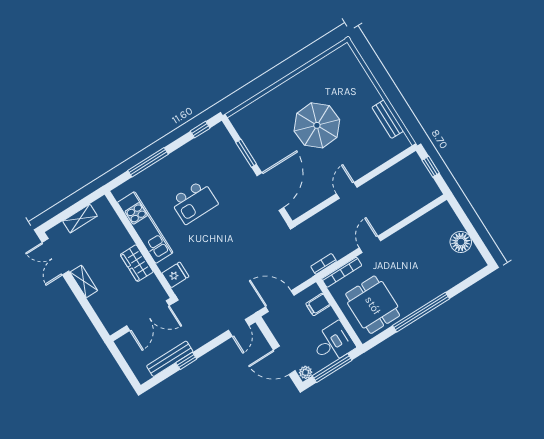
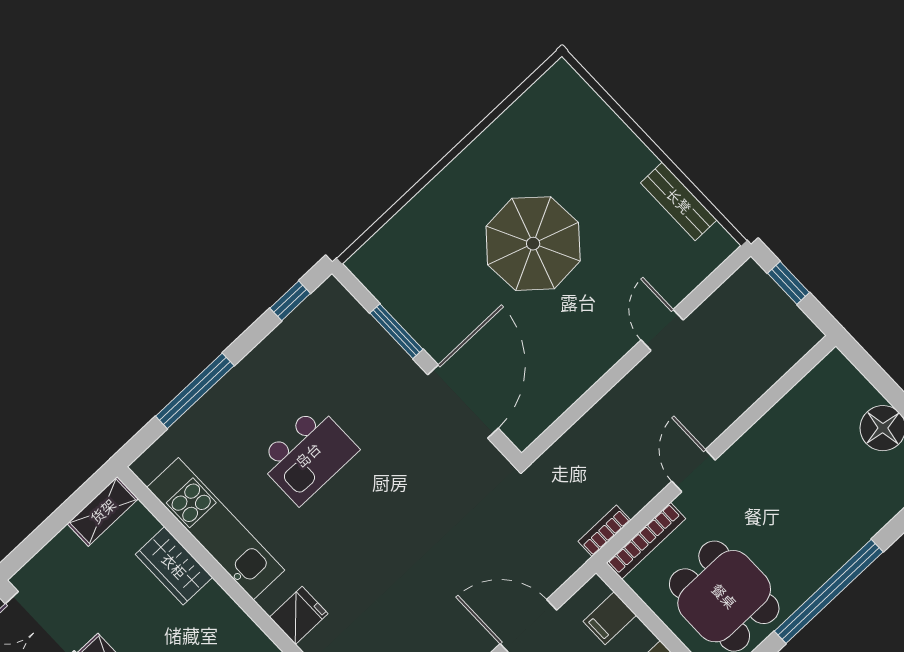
door: (347, 190) -> (662, 330), moved
shelving: (80, 219) -> (103, 511), moved
wardrobe: (137, 263) -> (174, 566), moved

